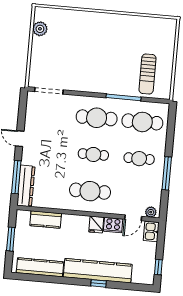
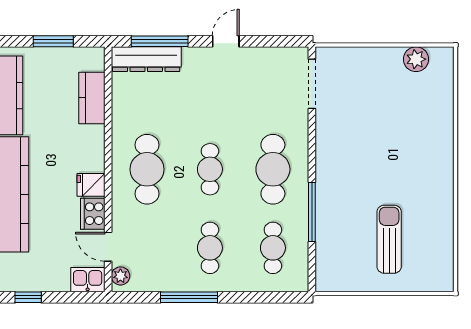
sun lounger: (148, 74) -> (389, 239), moved, turned 90
cafe table: (142, 122) -> (273, 248), width x0.73, depth x0.74

